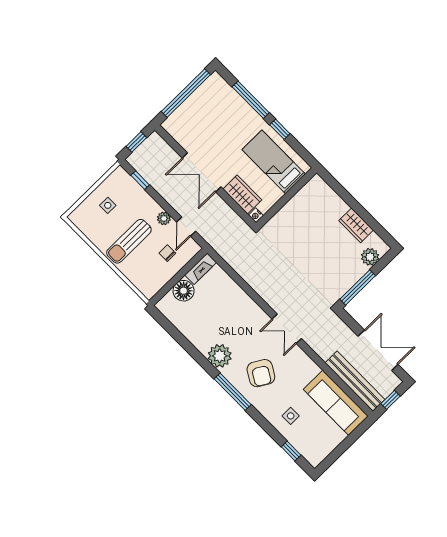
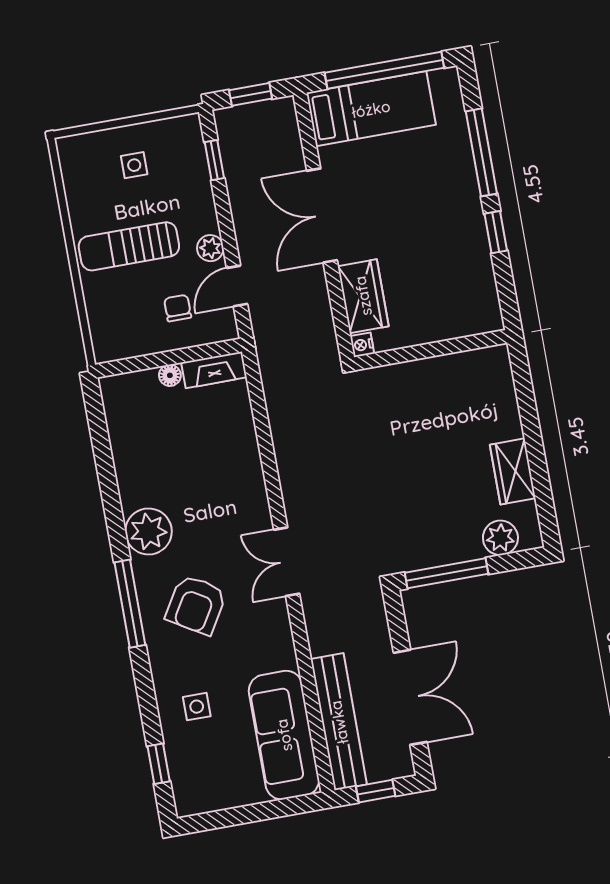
bed: (274, 162) -> (371, 109), moved, turned 90
floor lamp: (184, 291) -> (170, 375), width x0.53, depth x0.53

